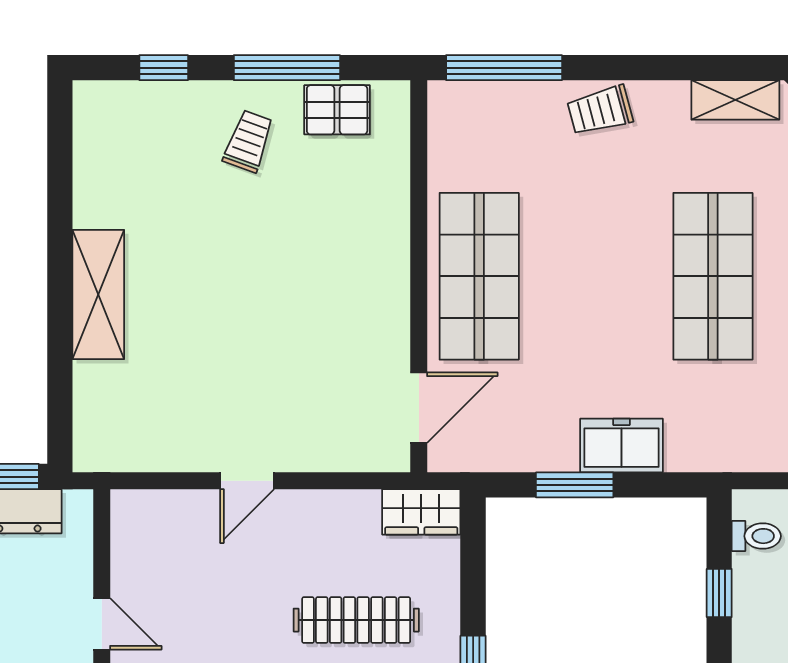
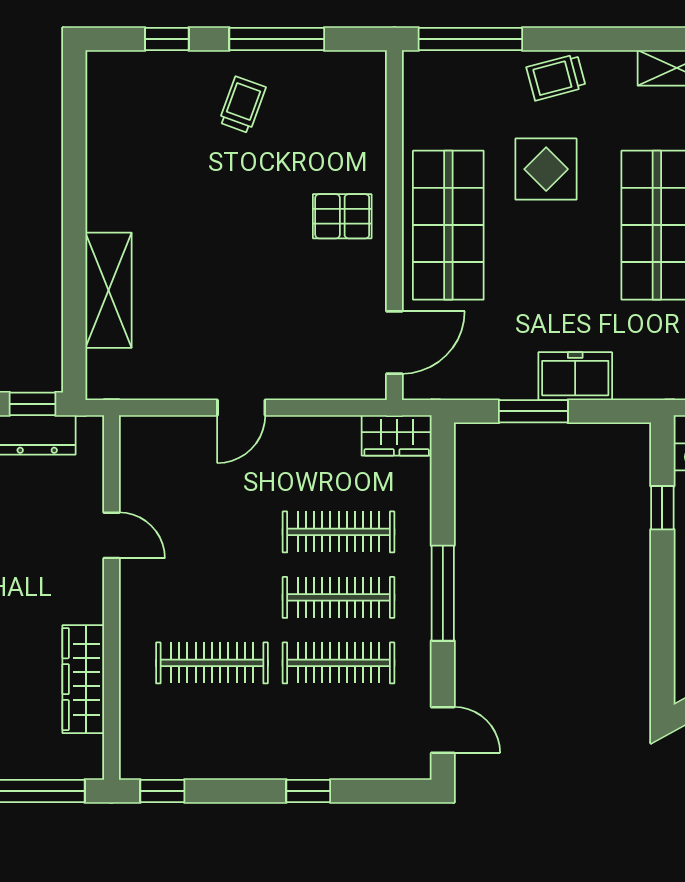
pallet: (337, 110) -> (342, 216), moved
display table: (589, 213) -> (546, 169), added
shelving: (98, 294) -> (108, 290), moved

